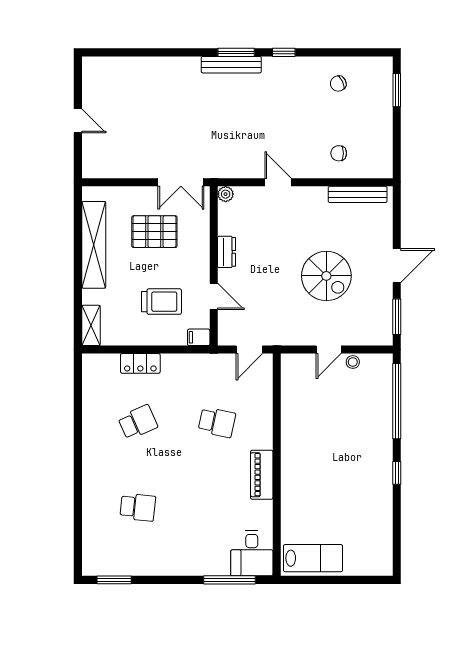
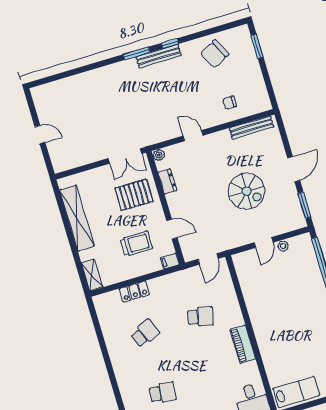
bench: (231, 65) -> (159, 56), moved
chair: (338, 84) -> (215, 54), width x1.87, depth x1.87
pallet: (154, 232) -> (134, 195), moved
dresser: (227, 252) -> (167, 181), moved

